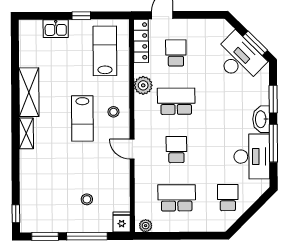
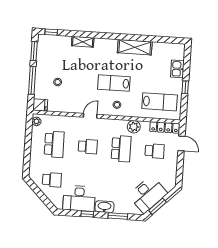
shelving: (26, 133) -> (83, 42), moved
window: (273, 143) -> (87, 214), width x0.46

